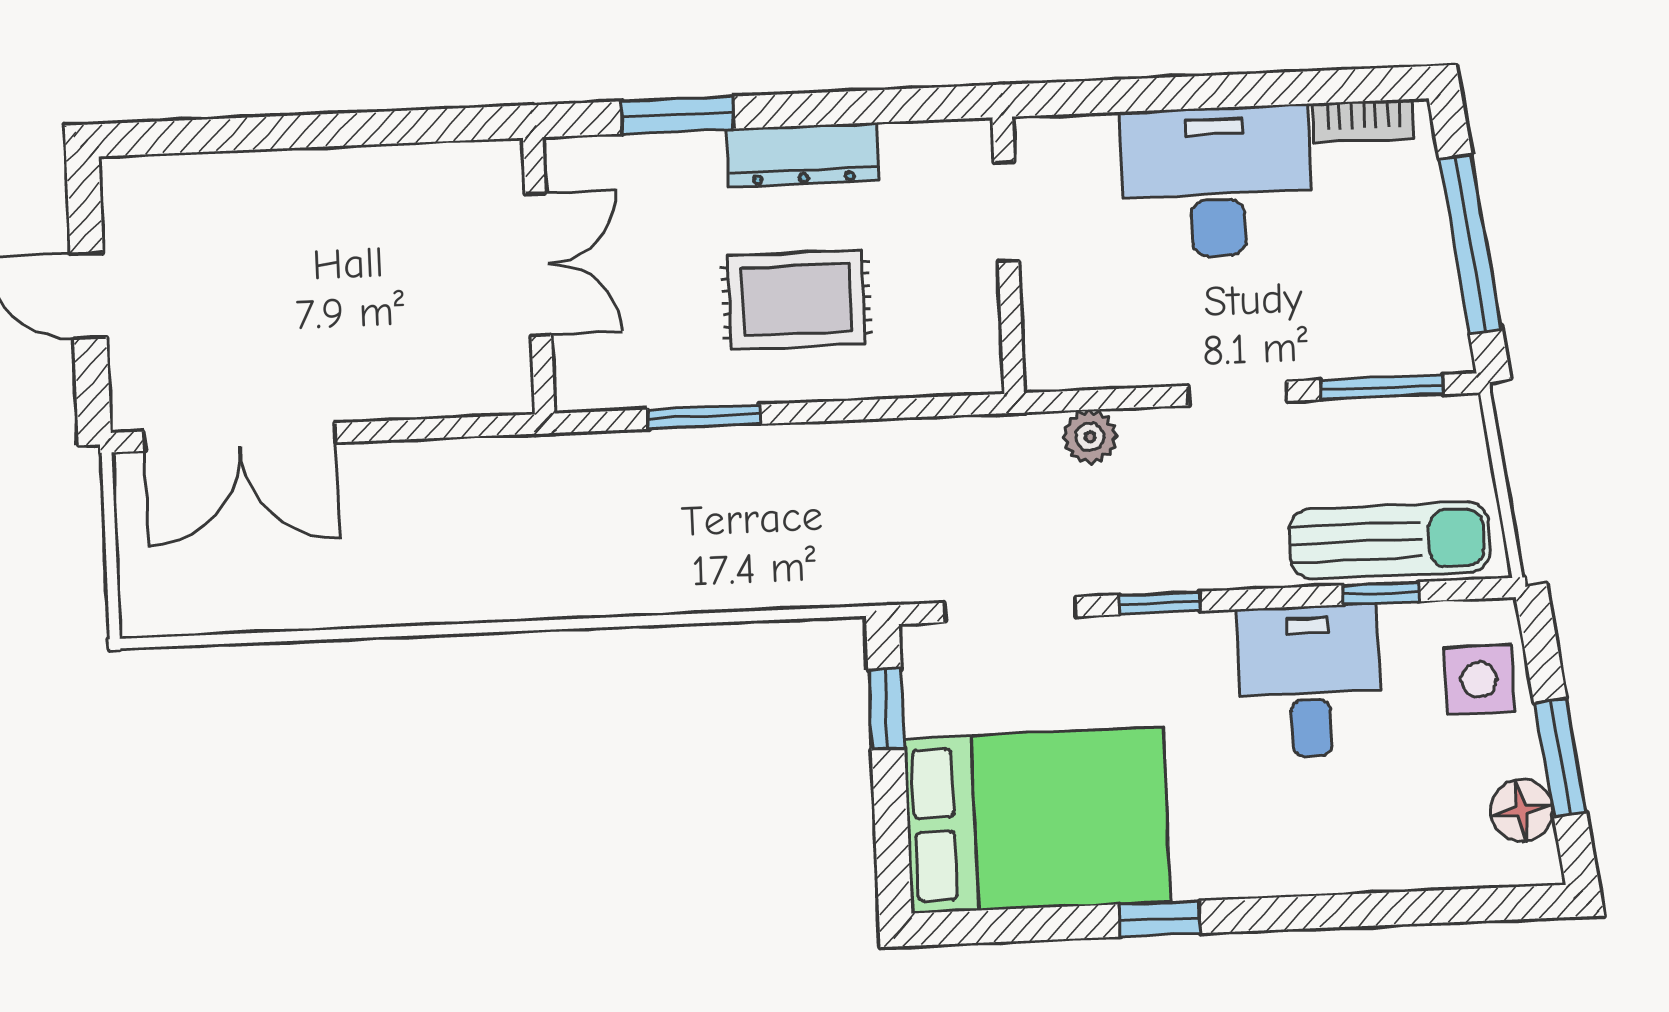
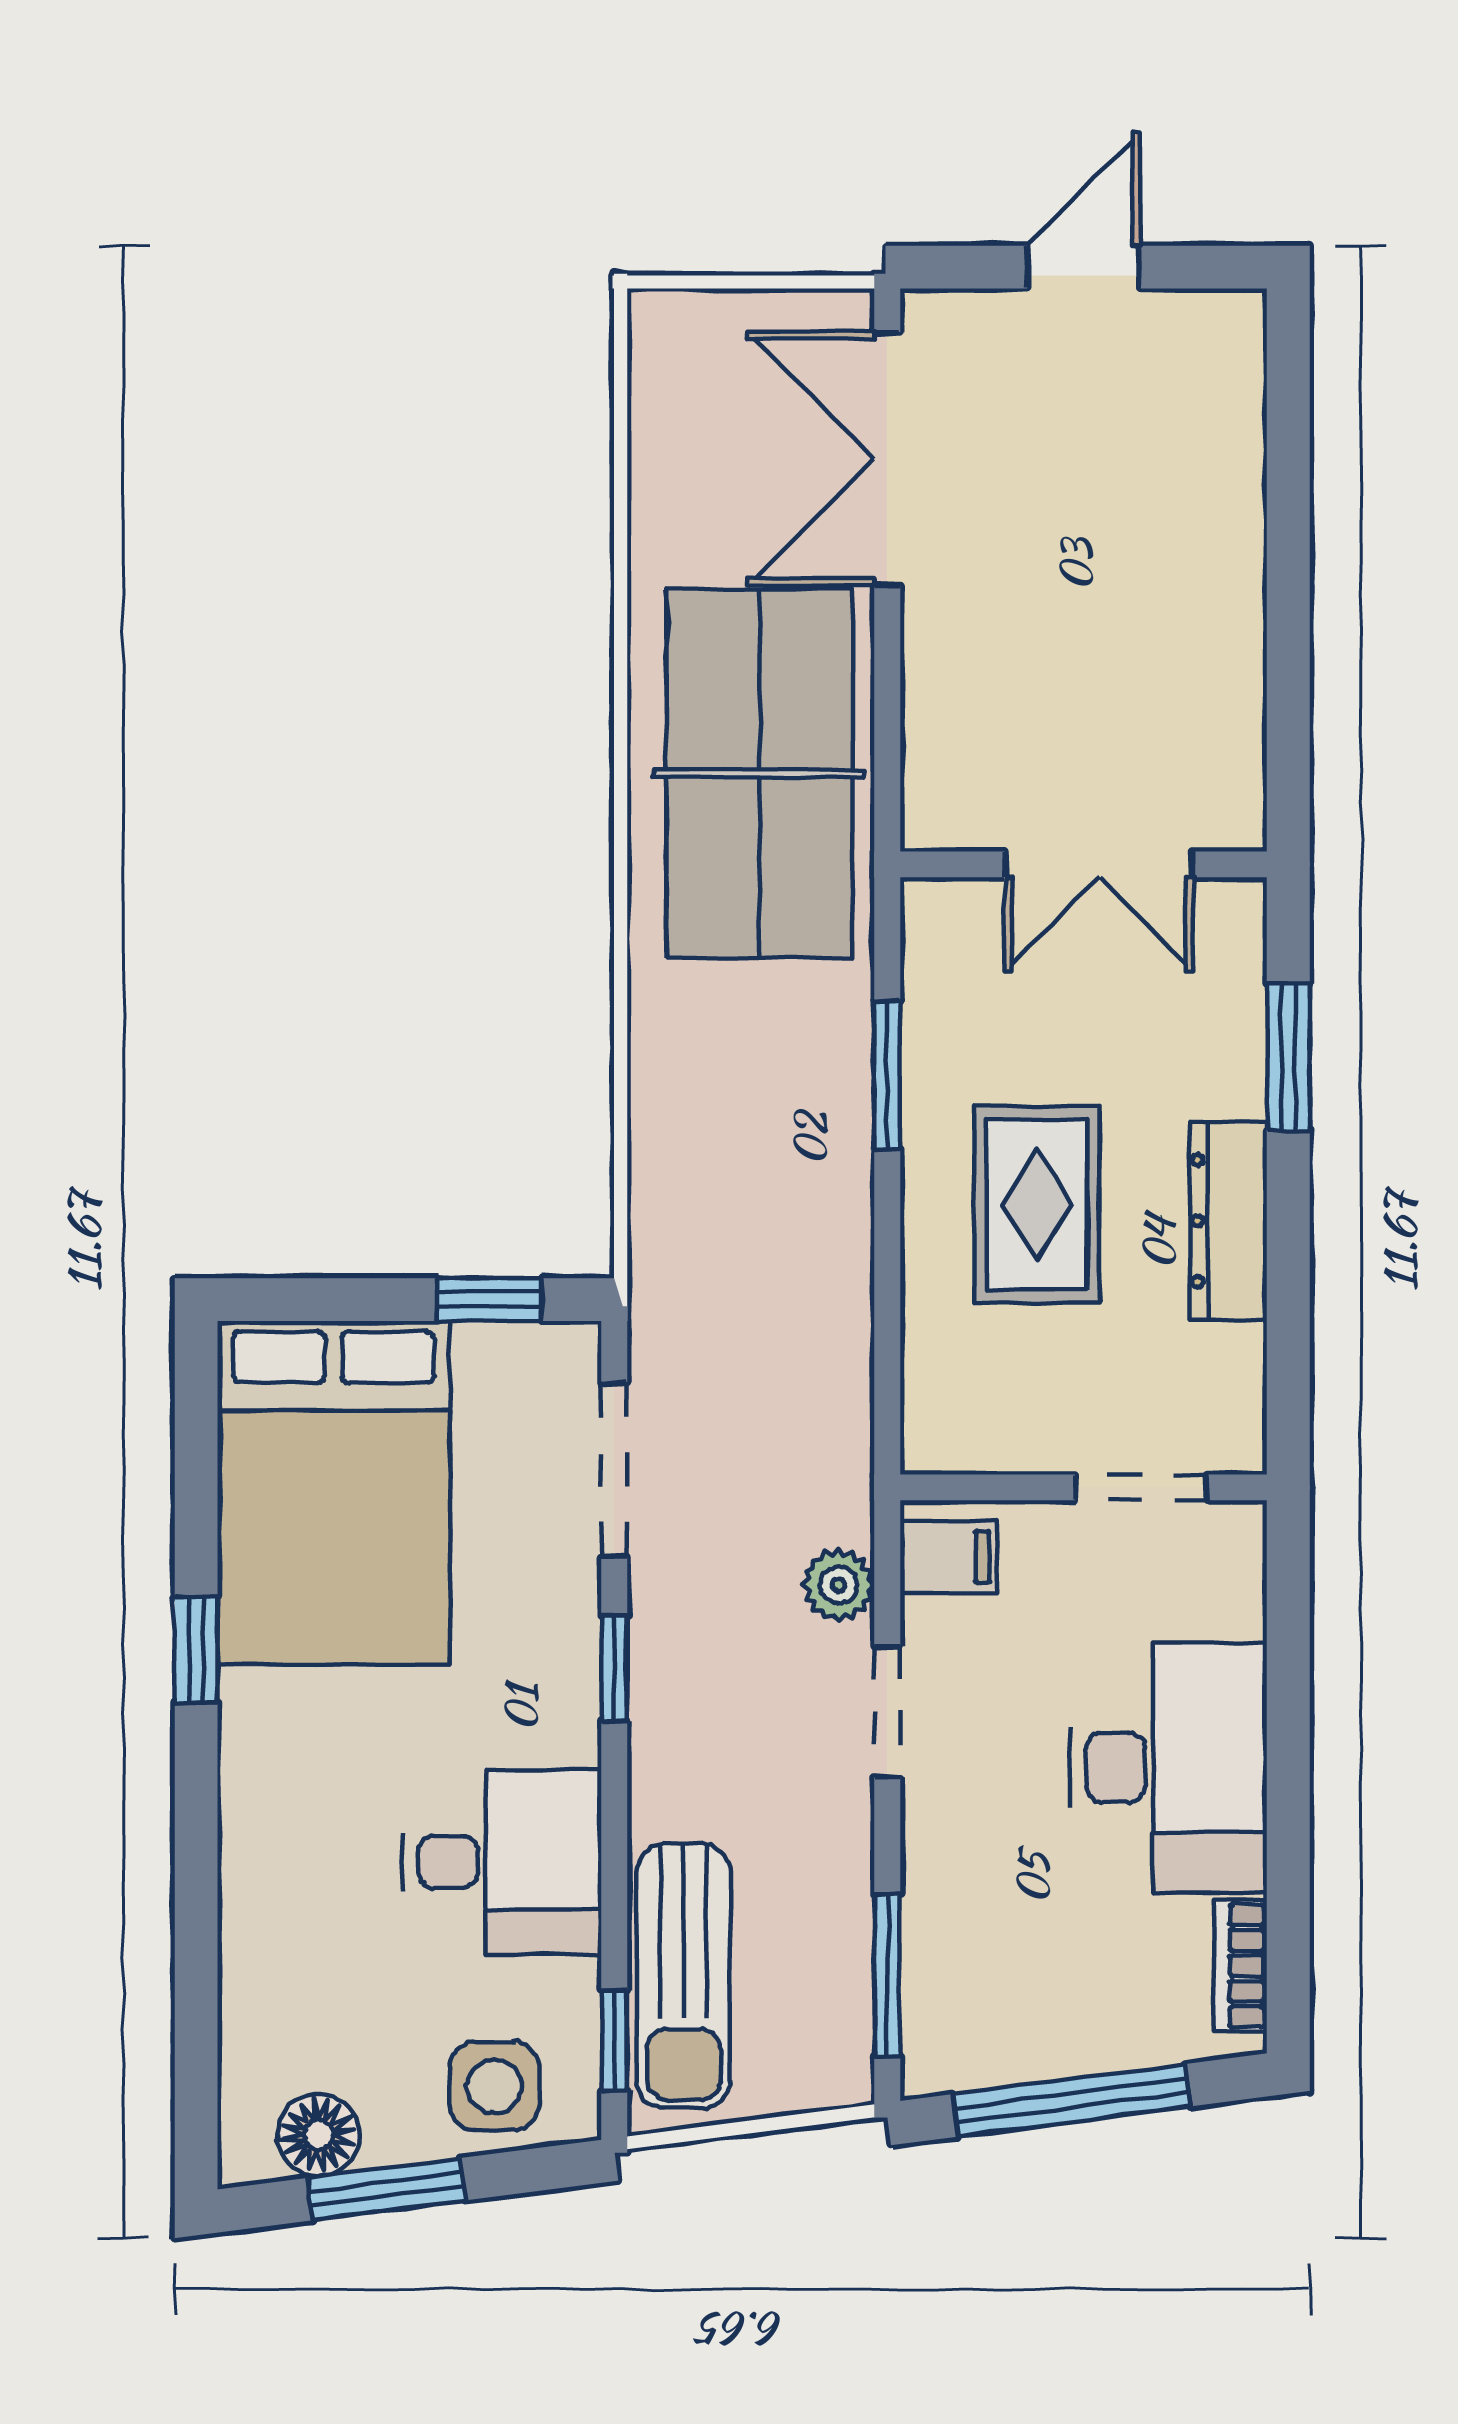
filing cabinet: (1065, 355) -> (948, 1557), added
doorway: (1238, 393) -> (887, 1712), moved
table tennis table: (481, 523) -> (760, 774), added
window: (1381, 593) -> (614, 2041), moved

